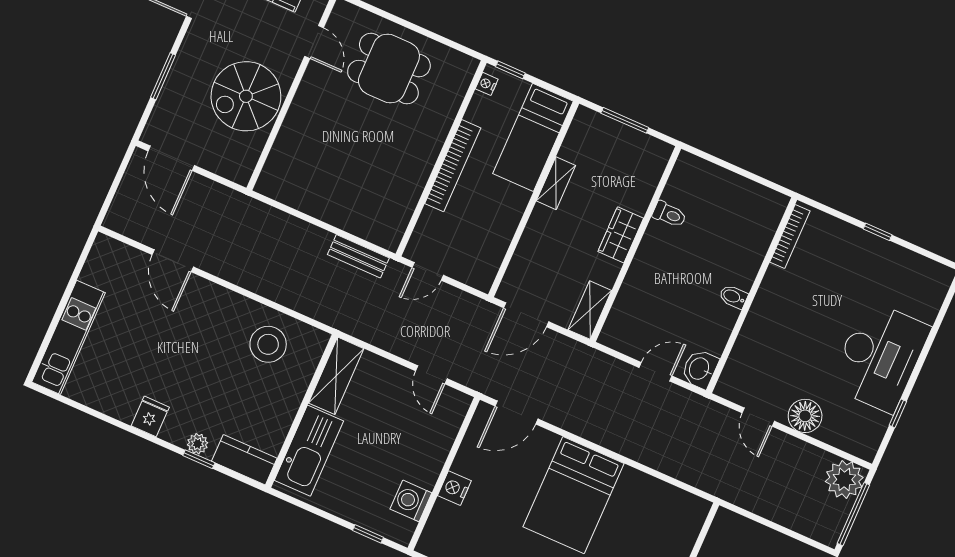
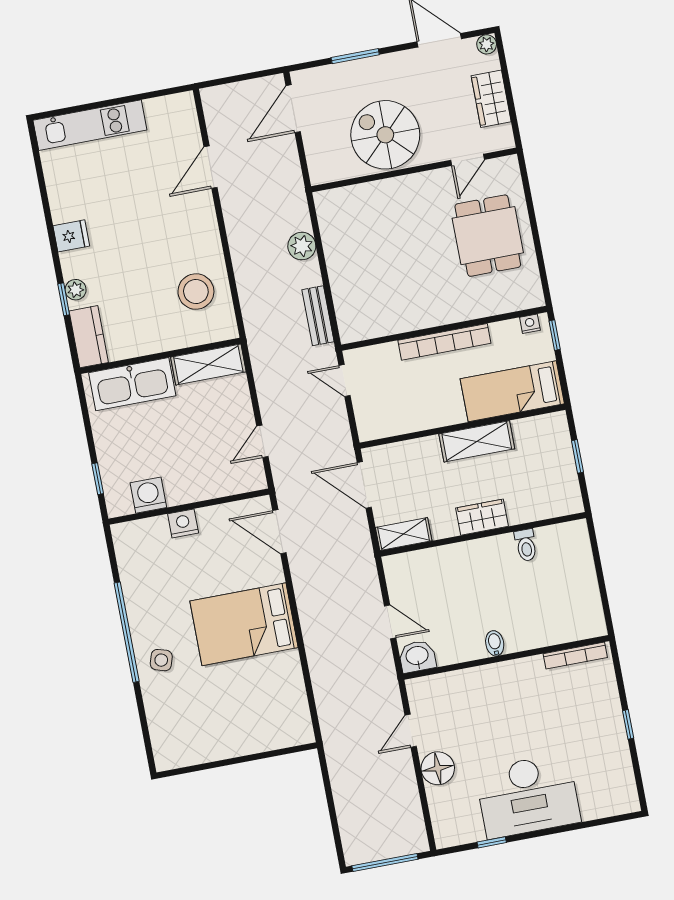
window: (625, 120) -> (577, 456), width x0.67
shelving: (556, 183) -> (477, 441), width x1.50, depth x1.33
plant: (844, 479) -> (302, 246), moved, width x0.73, depth x0.73

